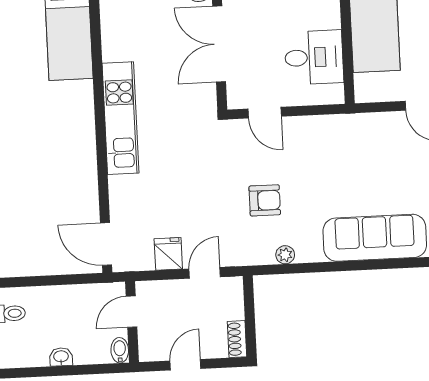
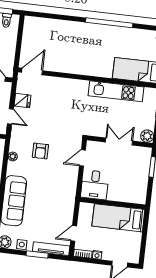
double door: (219, 44) -> (119, 142), width x0.73
desk: (314, 57) -> (95, 185), moved
kitchen unit: (121, 118) -> (116, 91), moved

